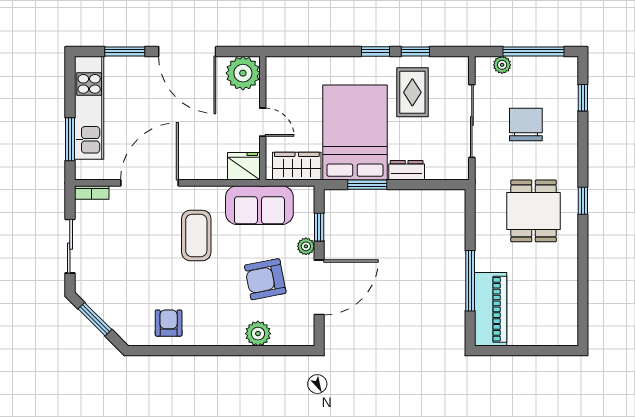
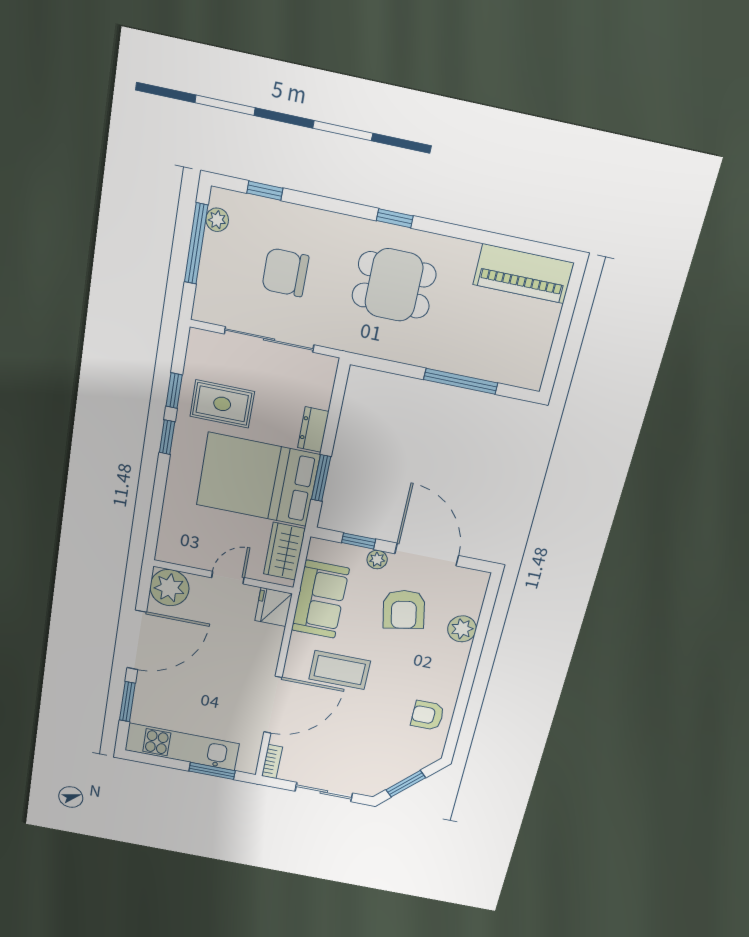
plant: (502, 65) -> (217, 220), moved
door: (149, 183) -> (273, 705), swing flipped
piano: (491, 309) -> (523, 274), moved, turned 180

